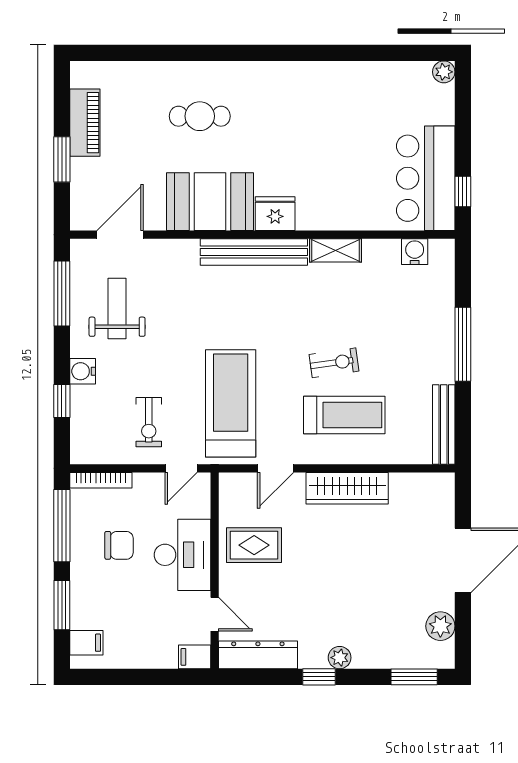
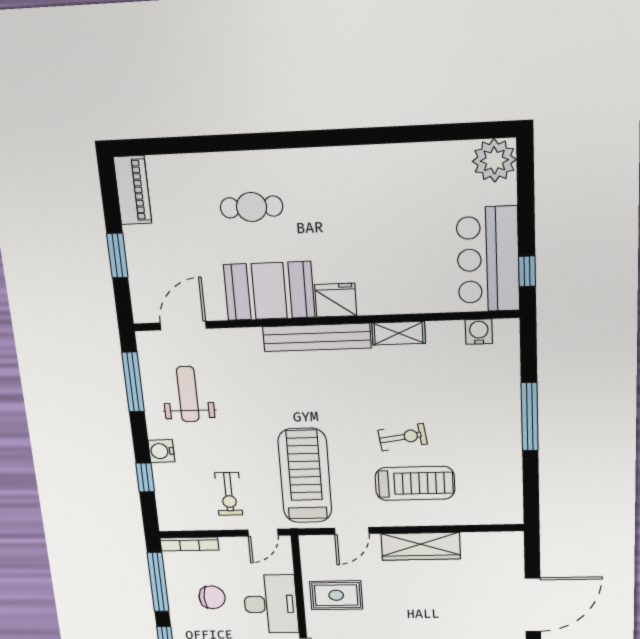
plant: (444, 72) -> (494, 160), width x1.88, depth x1.88
piano: (85, 123) -> (133, 190), moved
bench: (444, 425) -> (512, 490), removed

